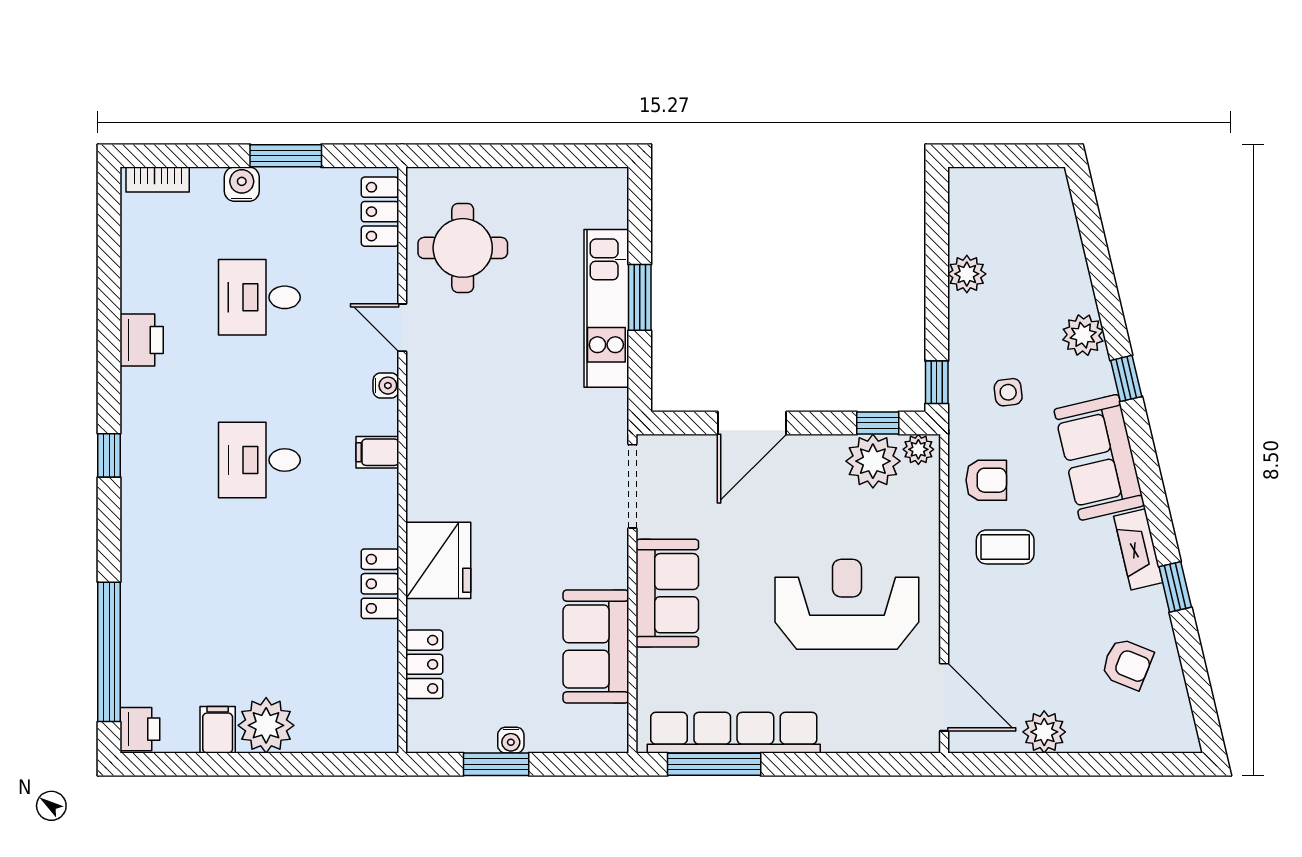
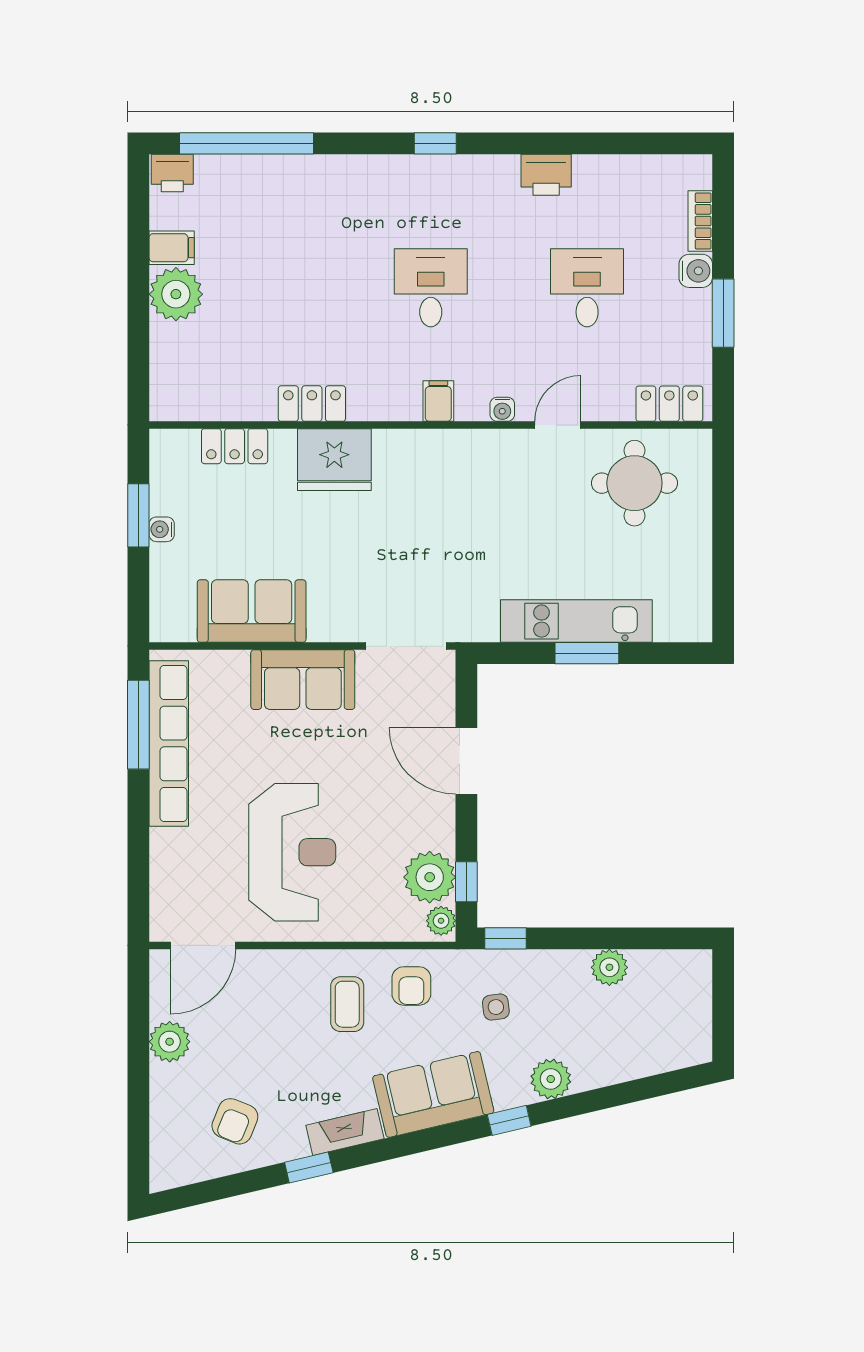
bookcase: (158, 179) -> (700, 221), moved

